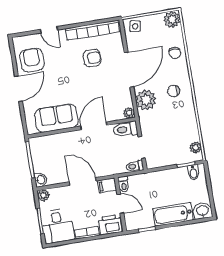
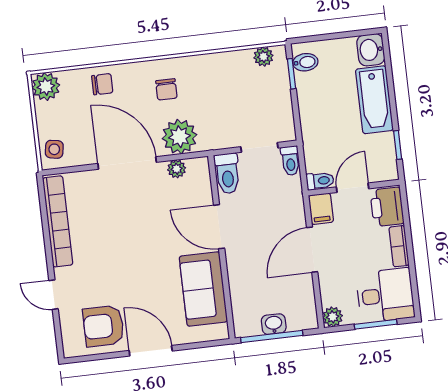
door: (49, 30) -> (54, 295), swing flipped
armchair: (92, 58) -> (105, 224), removed
plant: (129, 113) -> (177, 169), moved
washbasin: (41, 180) -> (274, 324), moved

